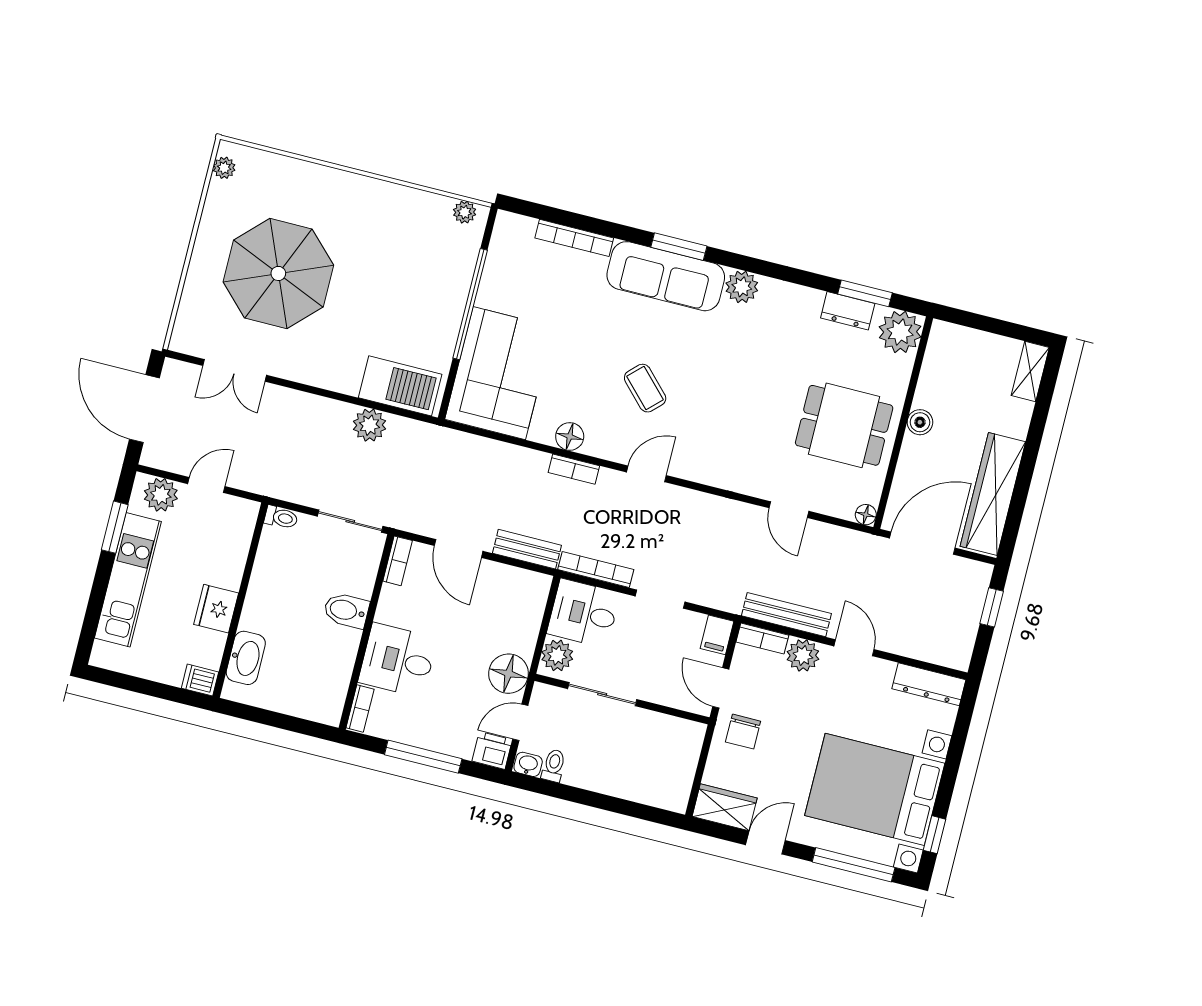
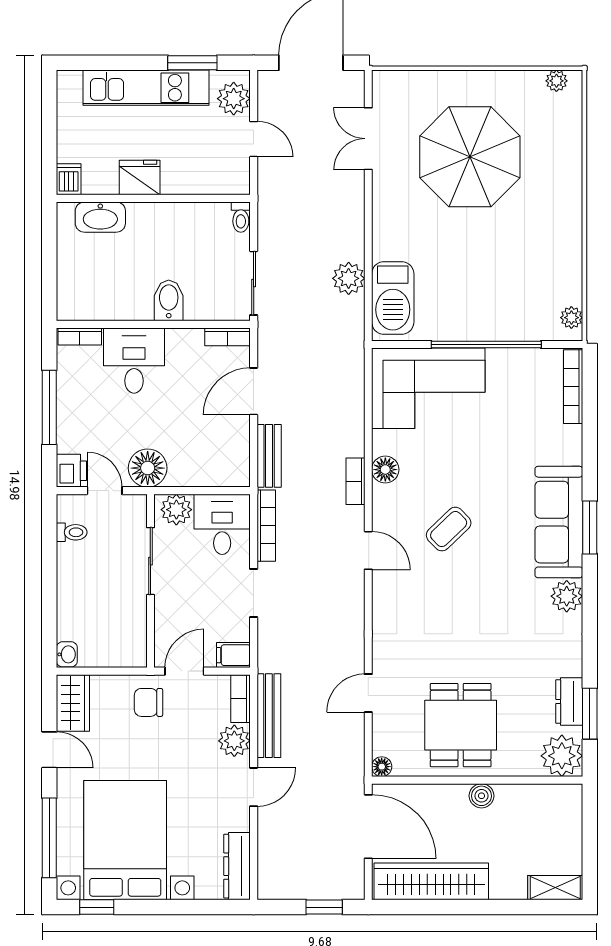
bookcase: (574, 238) -> (573, 387), moved
washbasin: (528, 764) -> (67, 654), moved

